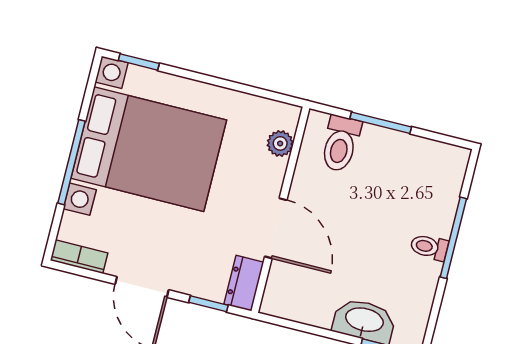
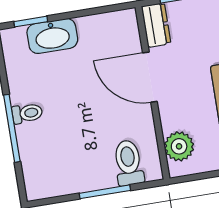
plant: (280, 143) -> (179, 146), width x1.38, depth x1.38

